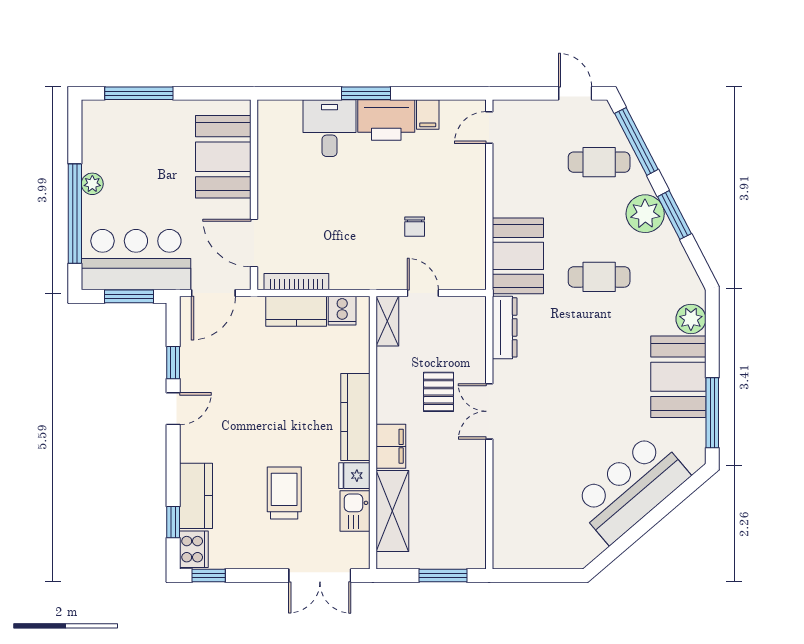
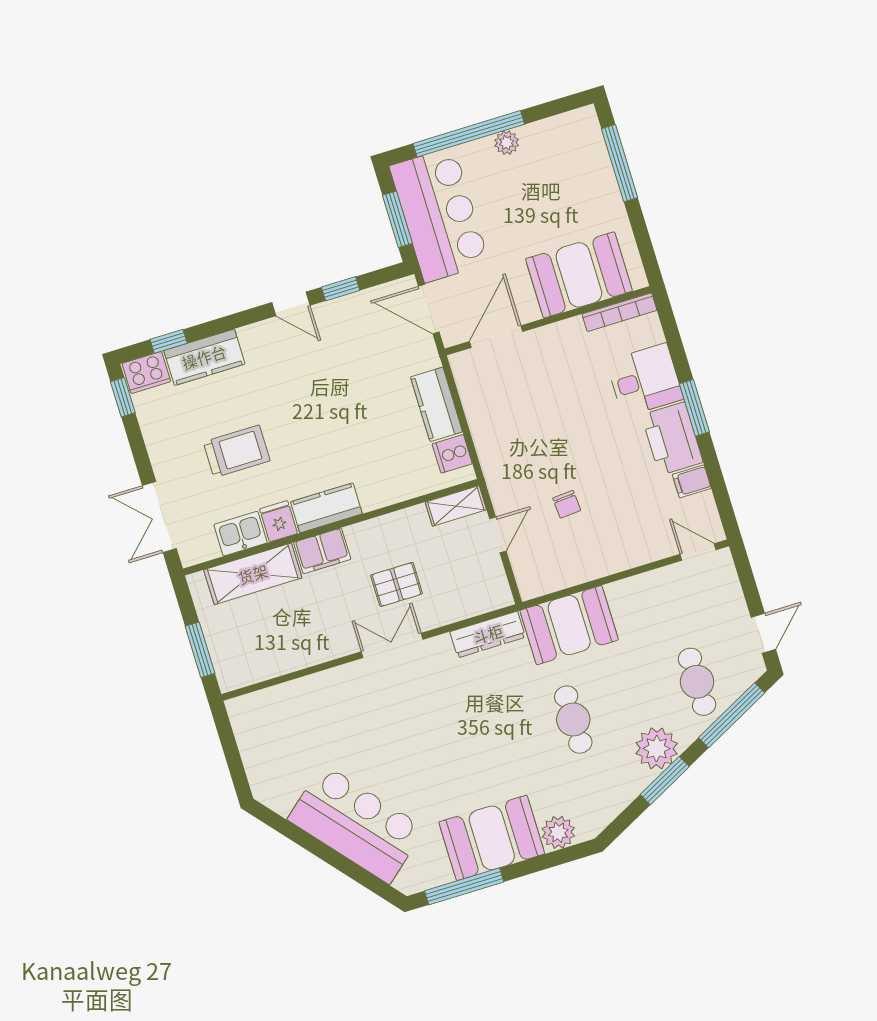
chair: (415, 227) -> (567, 504), turned -94
bookcase: (296, 282) -> (619, 312), moved, turned 90
kitchen counter: (355, 417) -> (326, 508), width x0.67

